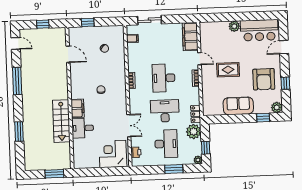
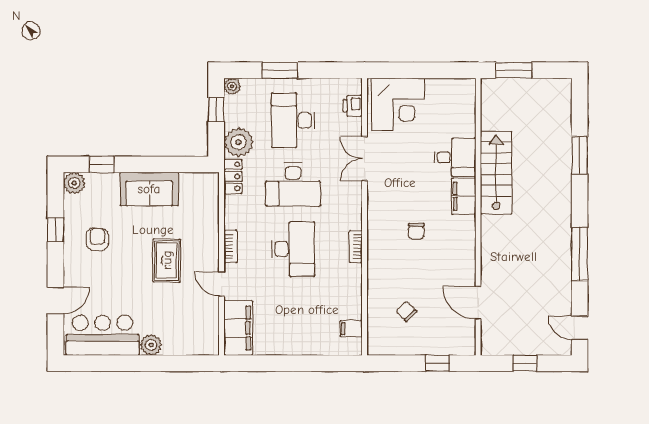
sliding door: (150, 20) -> (316, 363), removed
rug: (228, 70) -> (167, 260), turned 90
armchair: (264, 79) -> (97, 239), width x0.53, depth x0.53

